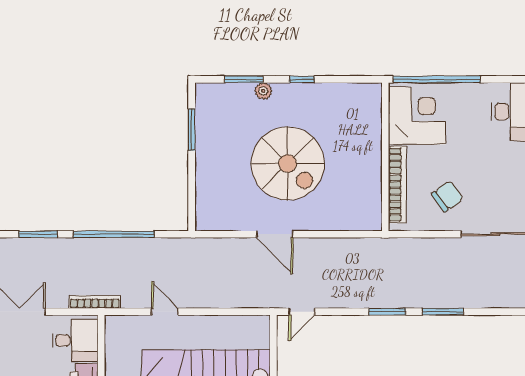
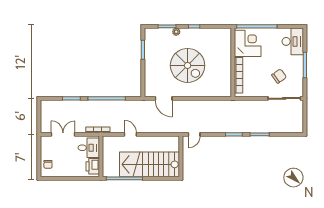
chair: (447, 196) -> (279, 76), moved
door: (275, 234) -> (164, 98), moved

